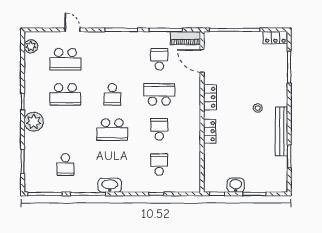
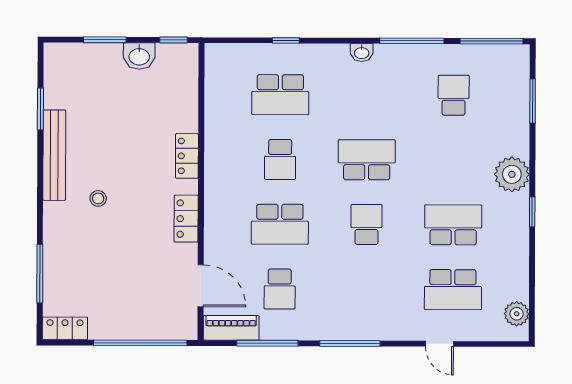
school desk: (65, 59) -> (453, 290), turned 180
school desk: (159, 165) -> (280, 95), width x1.85
washbasin: (110, 185) -> (362, 53), width x0.52, depth x0.69

